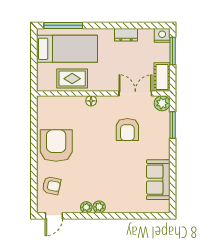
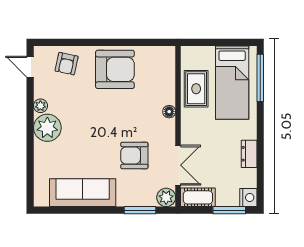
sofa: (158, 180) -> (83, 193), width x1.36
plant: (99, 207) -> (47, 128), width x1.87, depth x1.87

